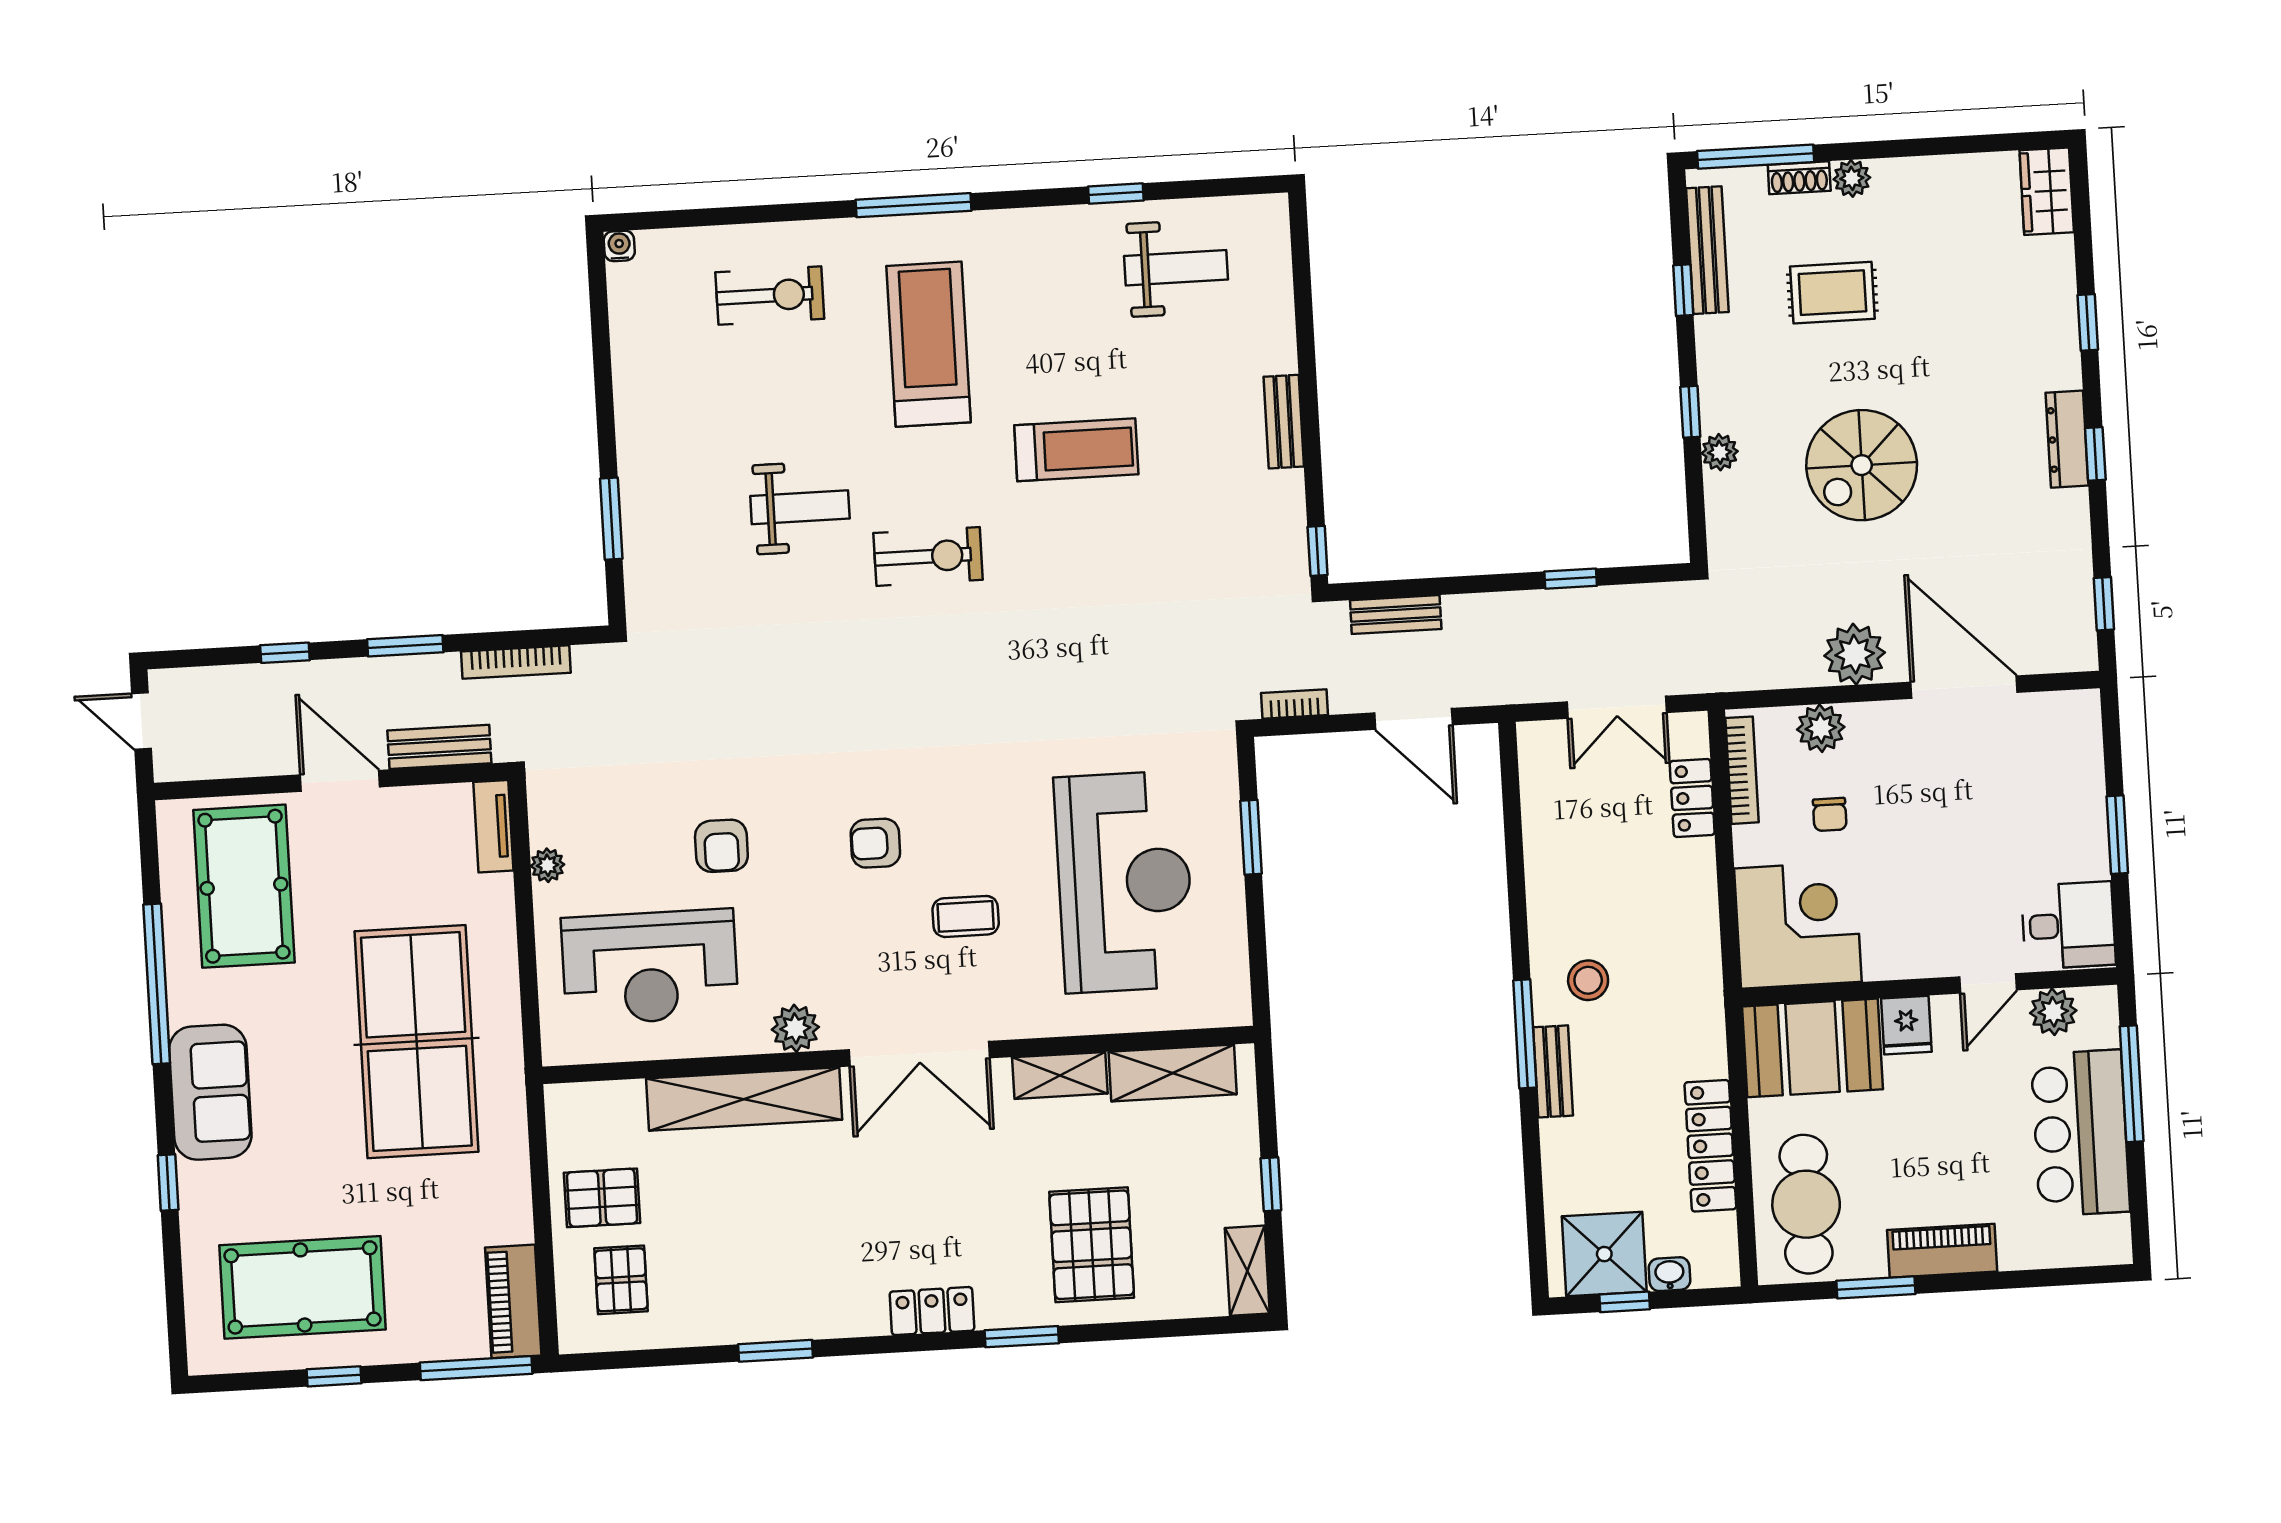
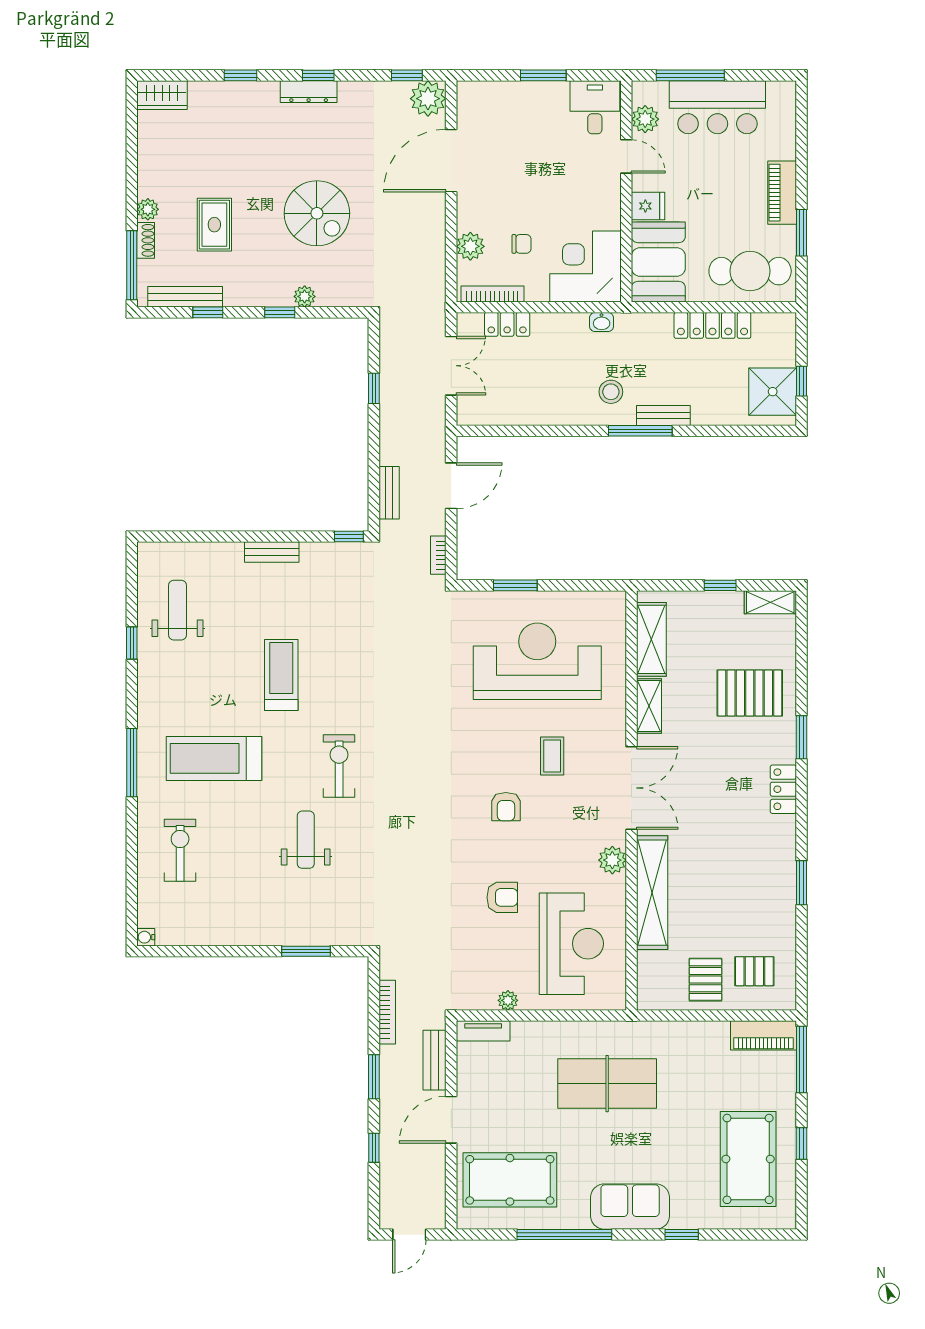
plant: (1855, 654) -> (428, 99), moved
table tennis table: (416, 1042) -> (607, 1084), width x0.73, depth x0.76
washbasin: (1670, 1274) -> (602, 322), moved, turned -90

